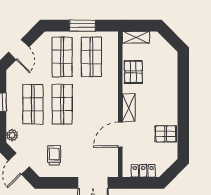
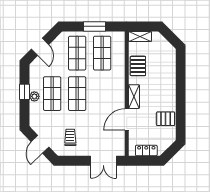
plant: (12, 135) -> (34, 96), moved

